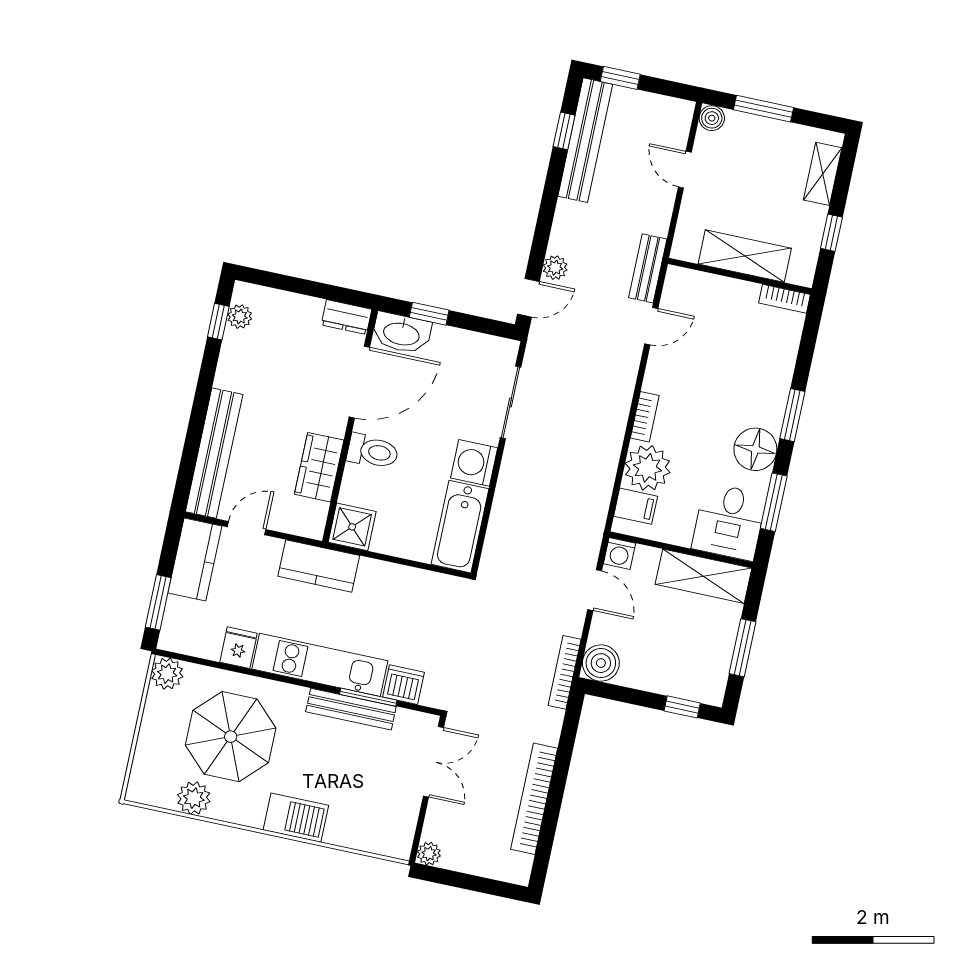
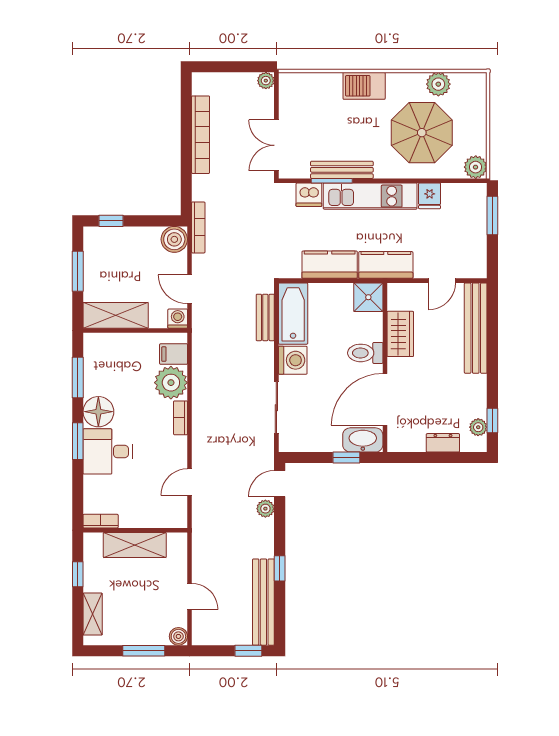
window: (564, 131) -> (280, 568), moved
bench: (648, 268) -> (265, 317), moved
dresser: (346, 317) -> (443, 443), moved
desk: (729, 522) -> (108, 451), moved, turned -90
kitchen counter: (195, 559) -> (330, 265), moved, turned 90

